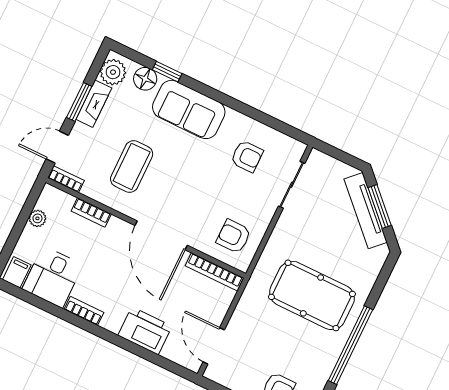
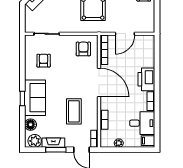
window: (167, 72) -> (22, 98), moved
coffee table: (132, 166) -> (74, 111), turned 90
door: (161, 235) -> (99, 82), hinge flipped
armchair: (234, 236) -> (83, 49), turned 180
printer: (145, 331) -> (146, 79), moved
door: (214, 346) -> (125, 34), moved

